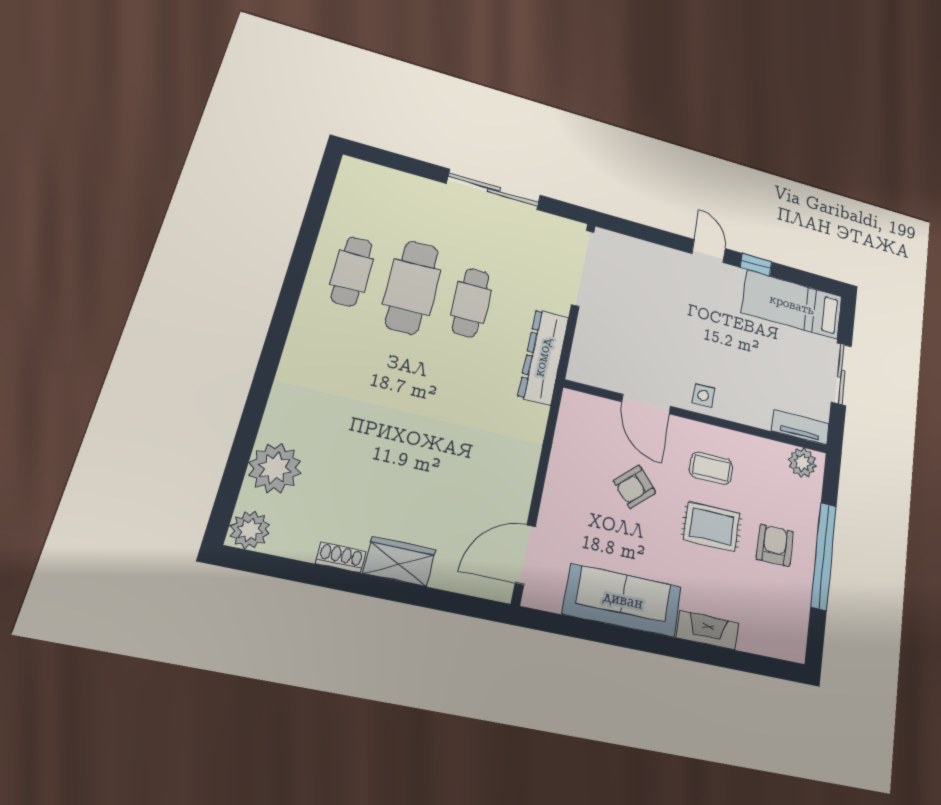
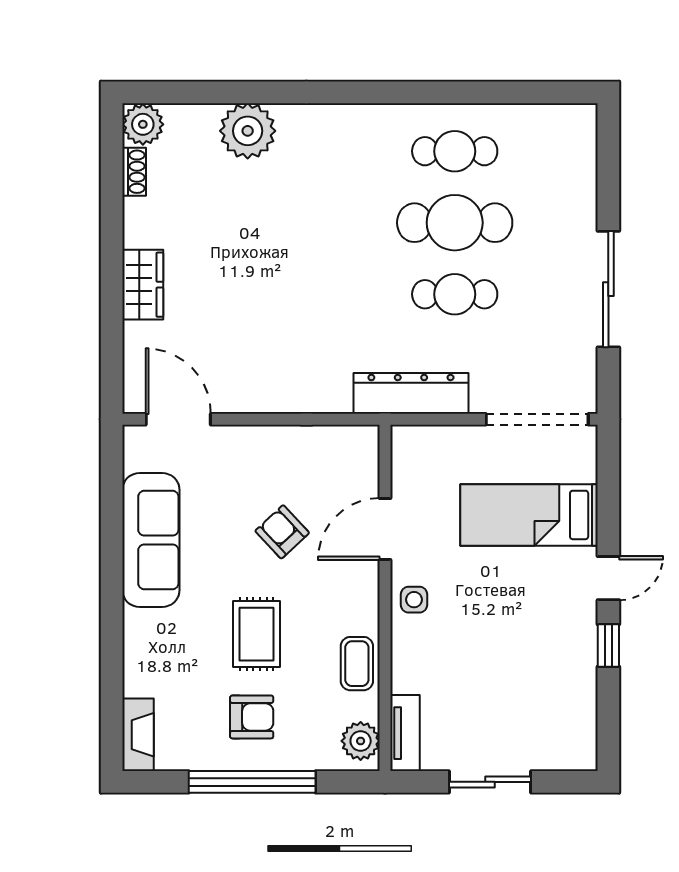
bed: (792, 305) -> (529, 515), moved, turned -90
plant: (275, 468) -> (248, 131), moved
coffee table: (711, 468) -> (357, 664), moved
shoe rack: (341, 558) -> (134, 172), moved
fireplace: (708, 630) -> (138, 735), moved

